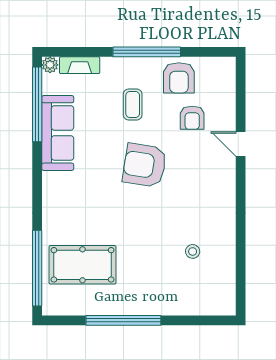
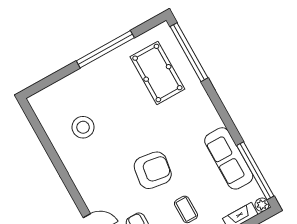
stool: (193, 251) -> (83, 127), width x1.89, depth x1.89
pool table: (83, 265) -> (157, 73), turned 90

